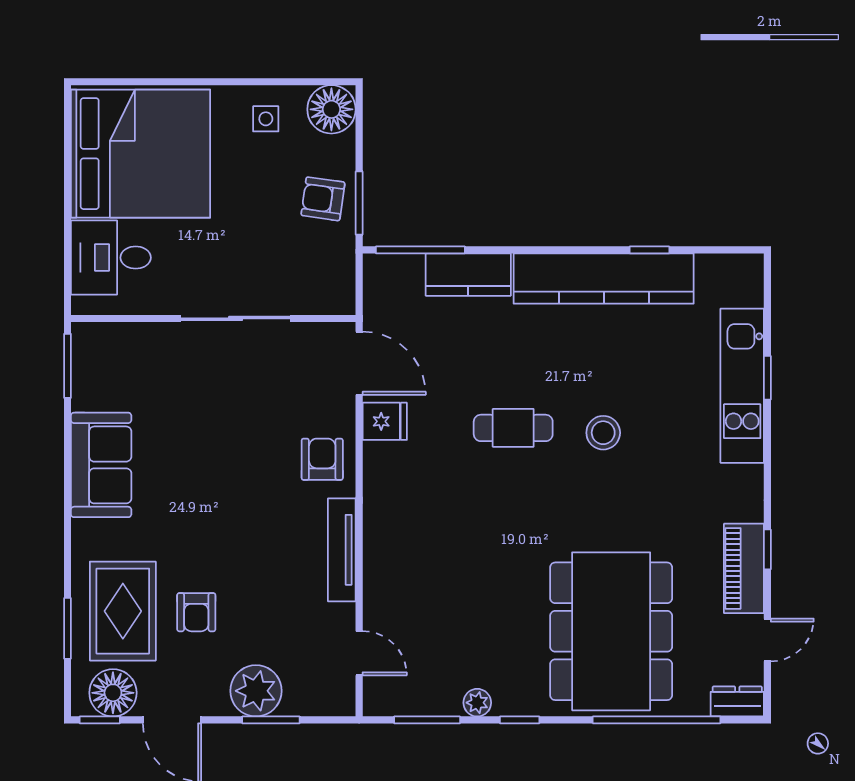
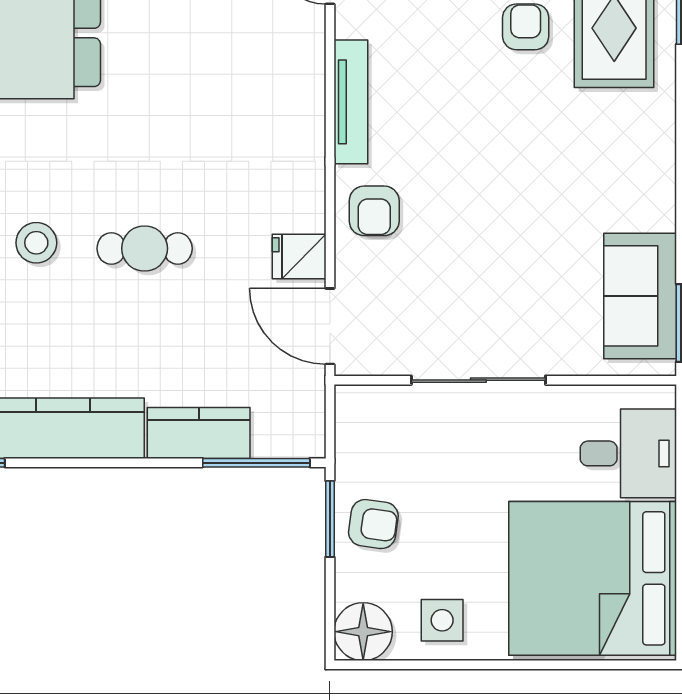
side table: (266, 119) -> (442, 620), width x1.37, depth x1.37
sofa: (101, 465) -> (640, 296), moved

